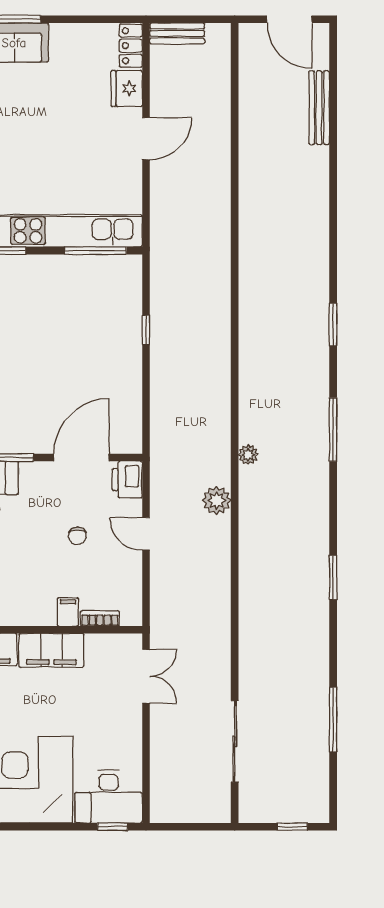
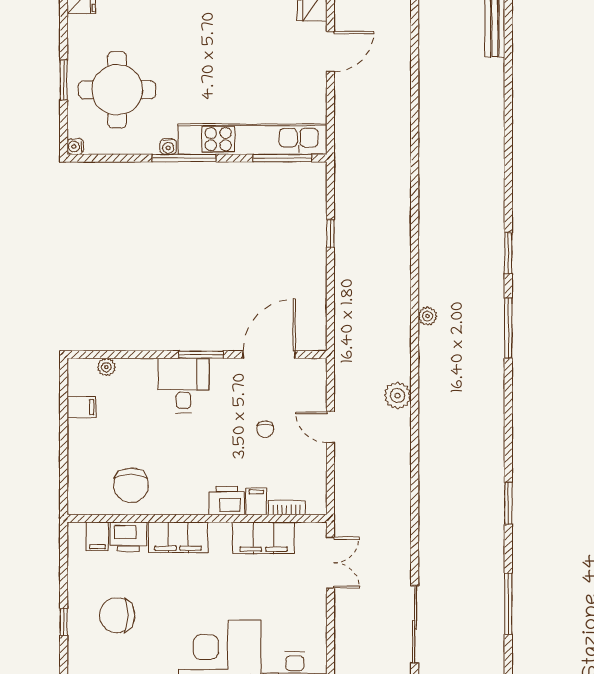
window: (333, 324) -> (508, 253), moved
plant: (248, 455) -> (428, 316), moved
printer: (127, 479) -> (227, 501), moved, turned 90
window: (333, 577) -> (508, 503), moved
filing cabinet: (51, 650) -> (263, 538), moved

